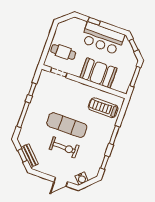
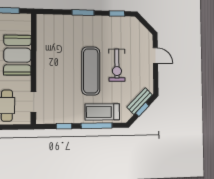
treadmill: (103, 108) -> (102, 112), moved, turned 90
exercise bike: (64, 147) -> (117, 65), turned 180
water cooler: (82, 179) -> (144, 33), removed

